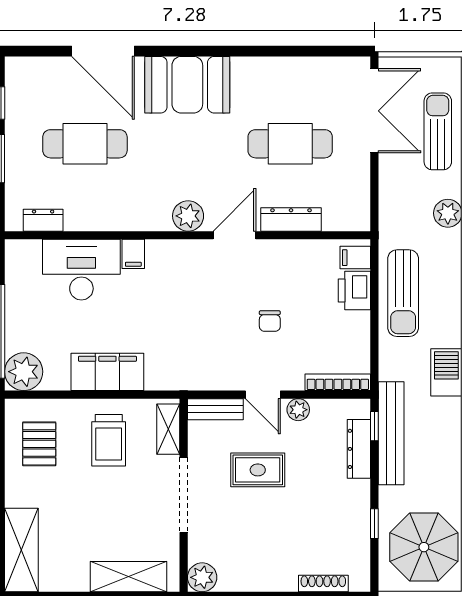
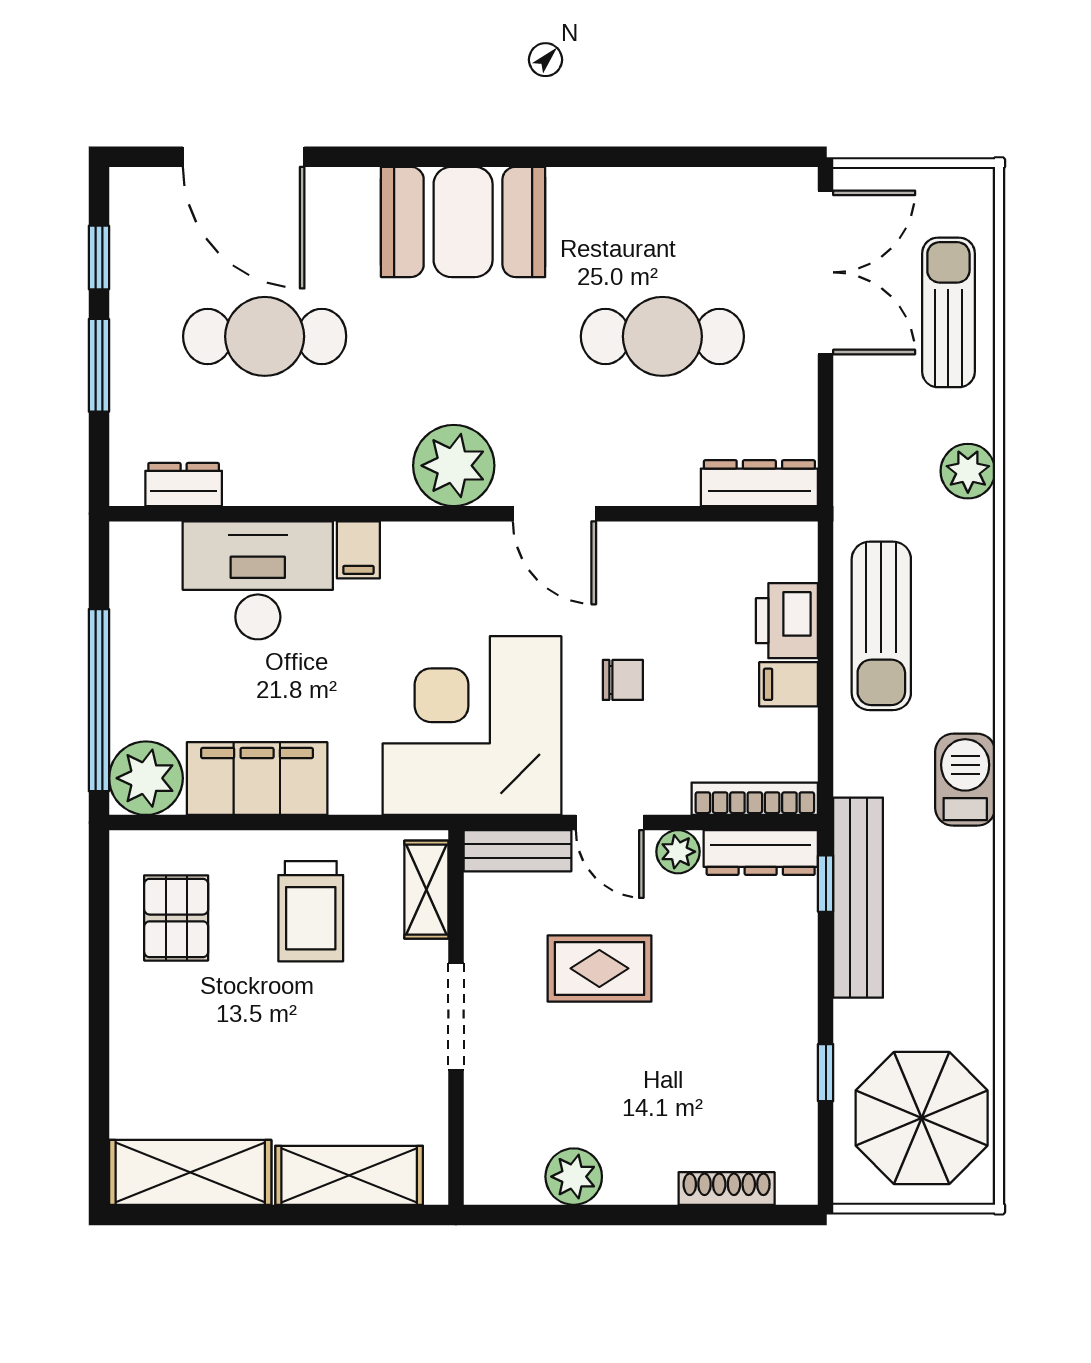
door: (103, 51) -> (244, 157), moved
plant: (188, 216) -> (454, 466), width x1.36, depth x1.36
dresser: (291, 219) -> (759, 483), moved
door: (234, 235) -> (554, 514), swing flipped
filing cabinet: (355, 258) -> (789, 684), moved
chair: (270, 321) -> (623, 680), turned -90
corner desk: (192, 345) -> (472, 726), added
filing cabinet: (107, 372) -> (257, 779), moved
dresser: (359, 449) -> (761, 852), moved, turned -90
doorway: (184, 495) -> (456, 1017), width x0.73
shelving: (21, 550) -> (190, 1172), moved, turned 90
plant: (202, 577) -> (574, 1177), moved

